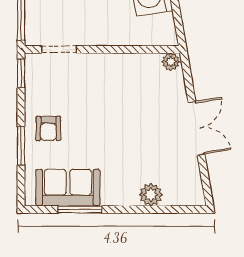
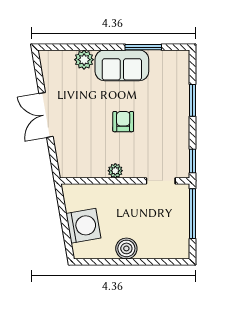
plant: (171, 62) -> (115, 171), moved
armchair: (48, 128) -> (123, 122), moved
sofa: (68, 188) -> (122, 65), moved

